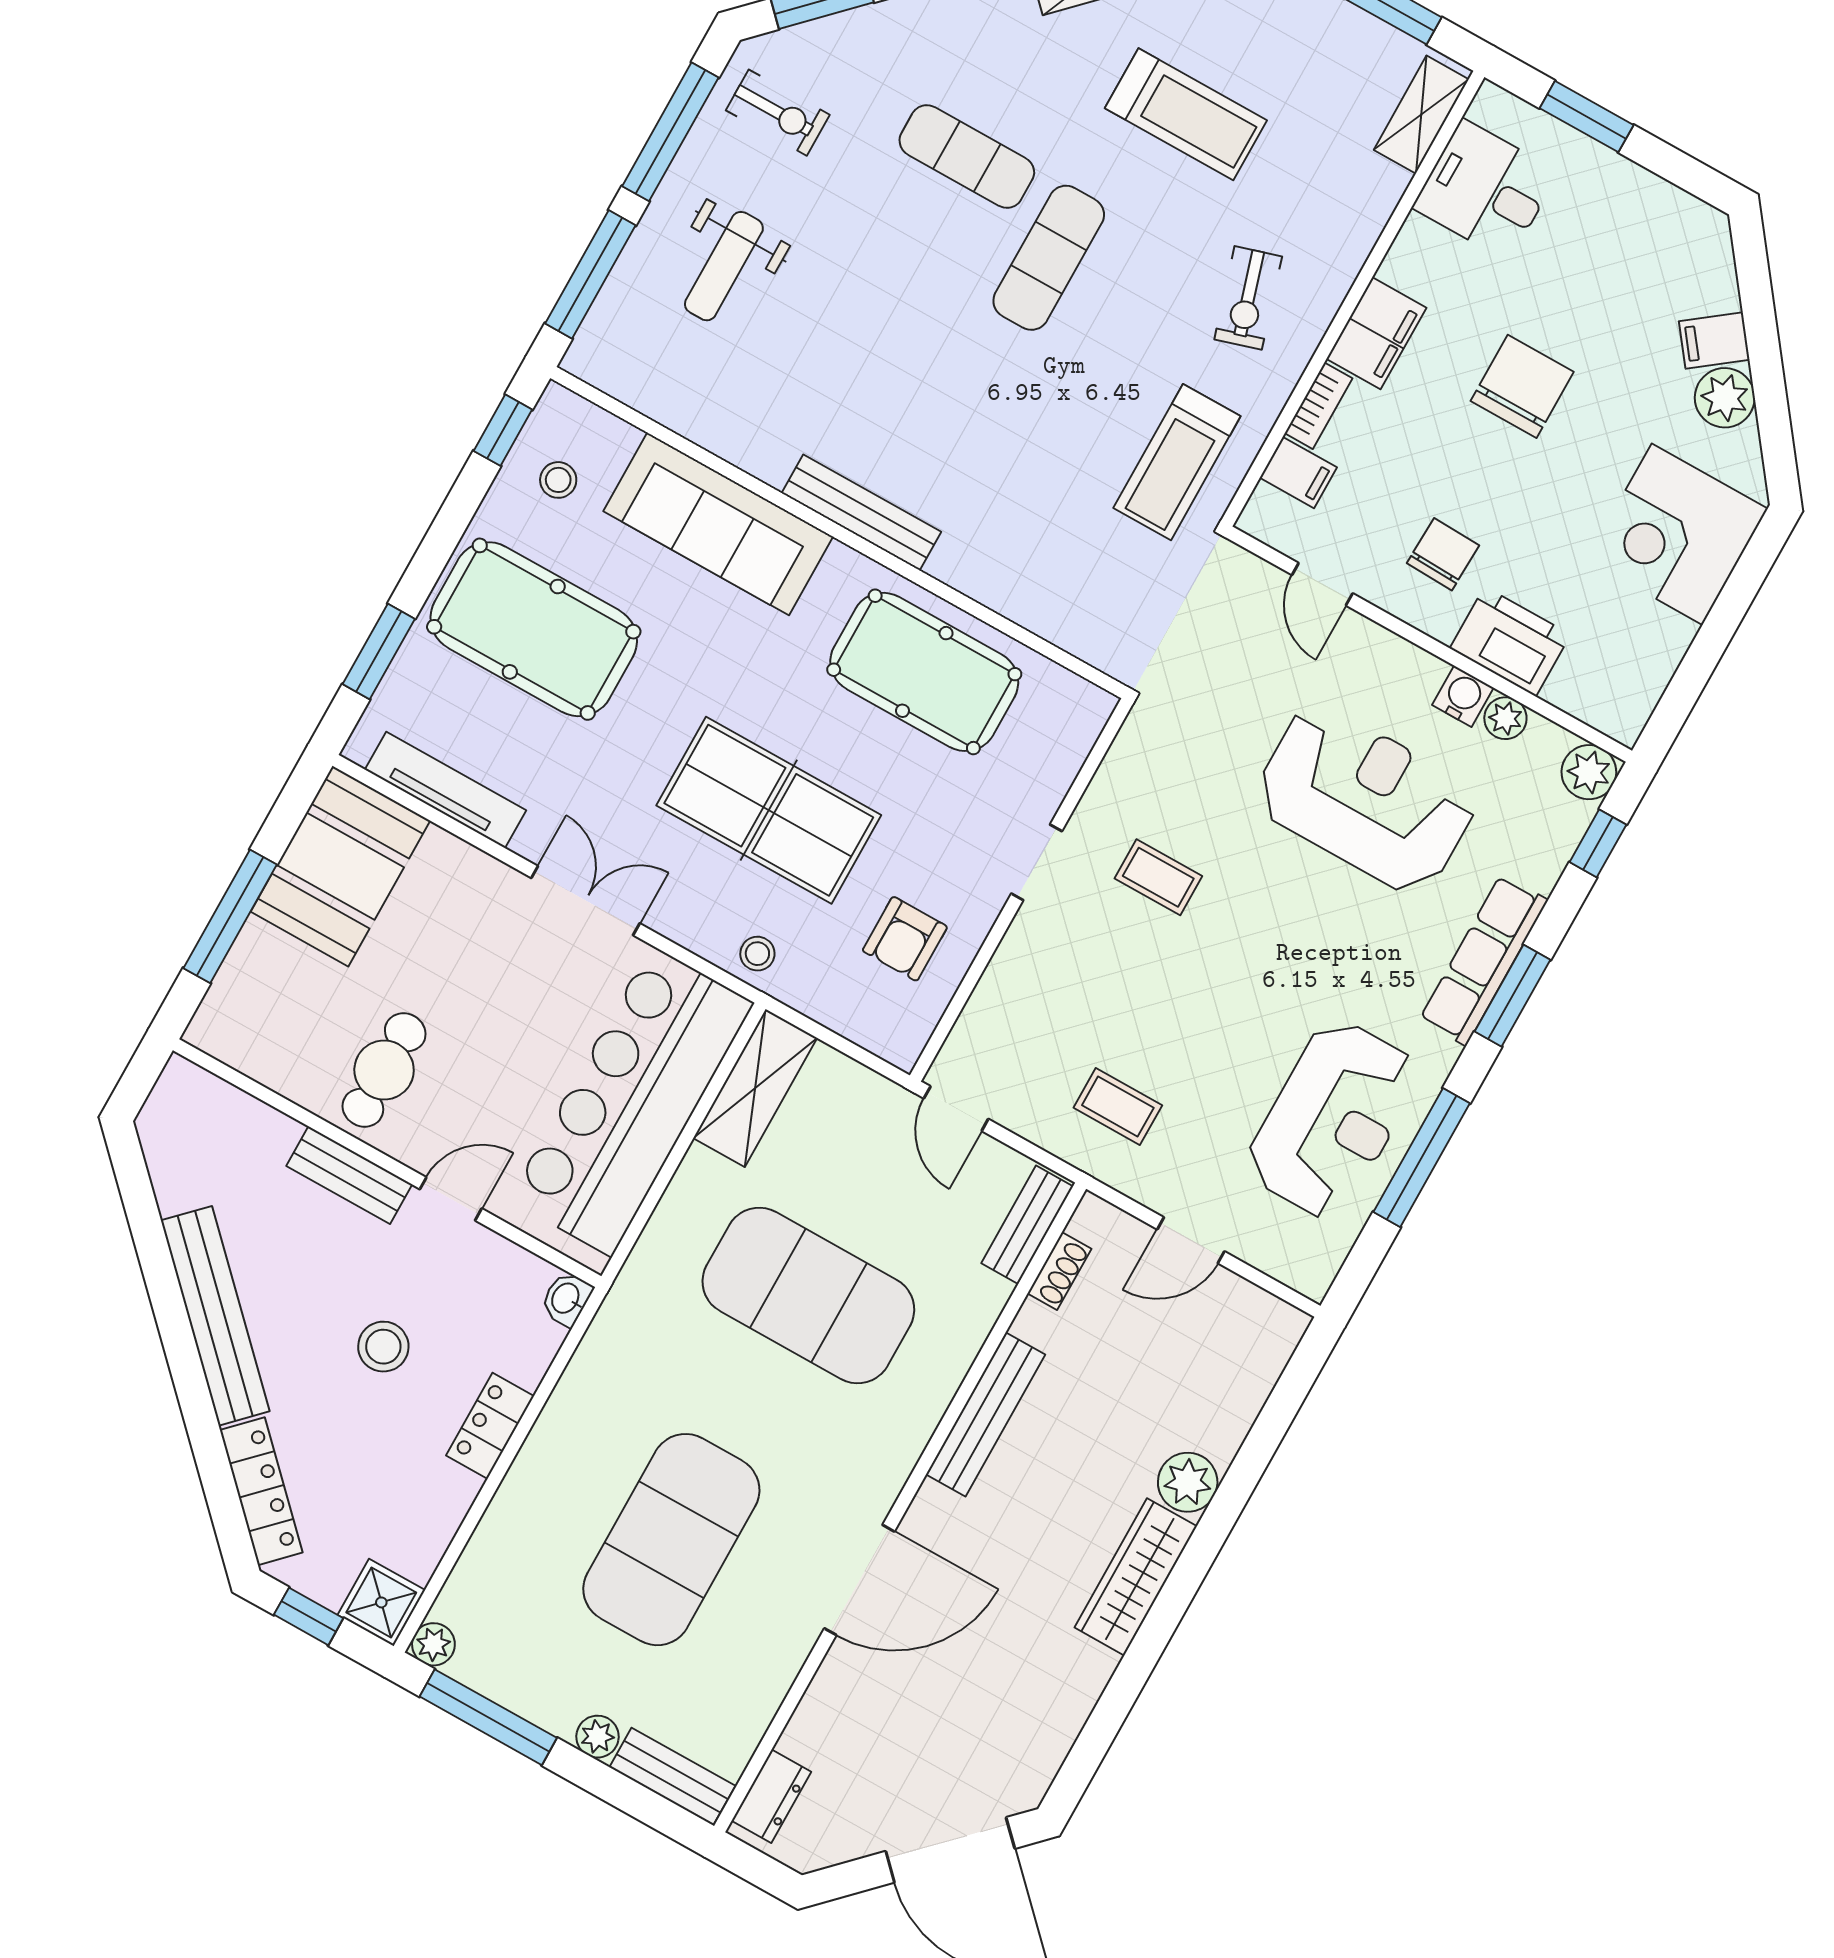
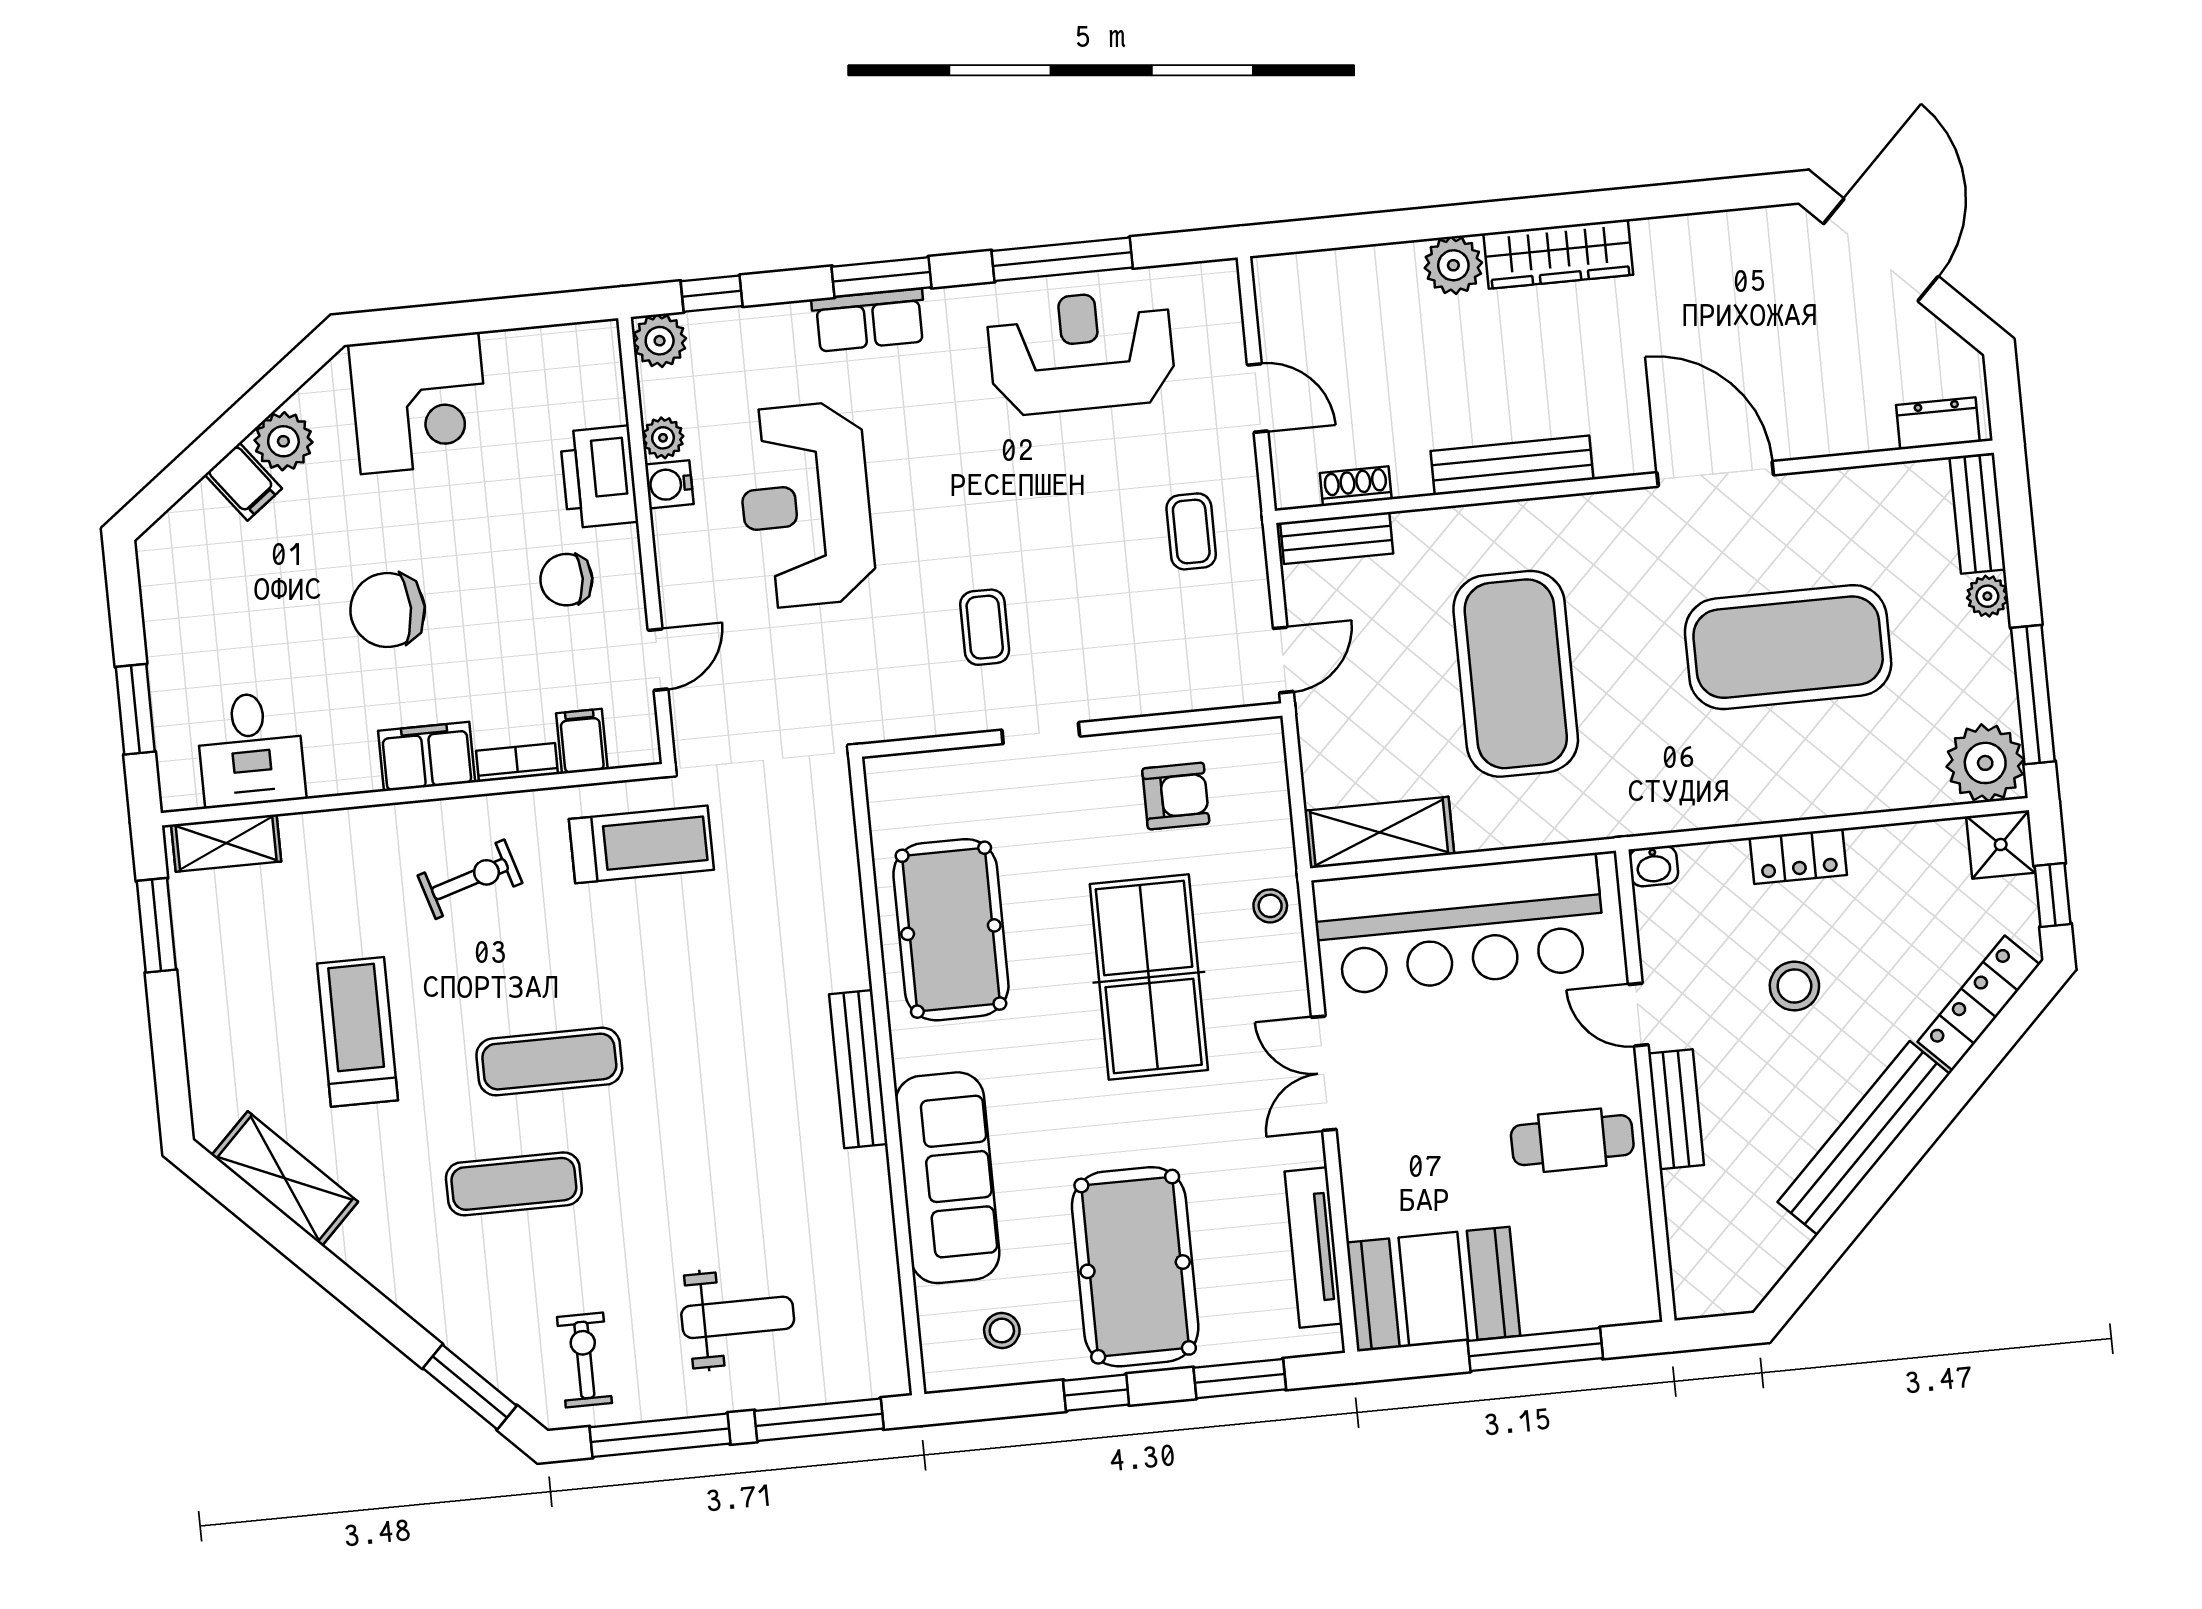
exercise mat: (967, 156) -> (514, 1184), turned 90
window: (503, 430) -> (1096, 1393), moved
row of seats: (1484, 960) -> (869, 320), width x0.68
plant: (433, 1644) -> (1985, 763), width x1.88, depth x1.88

